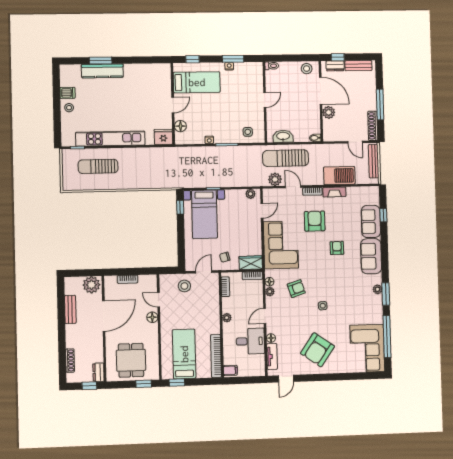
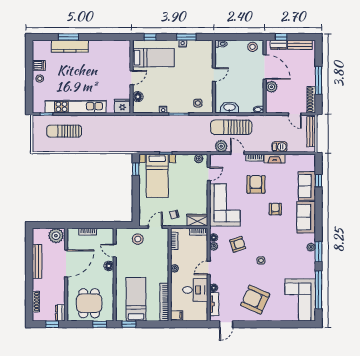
barbecue: (339, 176) -> (279, 147), width x0.53, depth x0.65
bench: (70, 309) -> (37, 261), width x1.36
armchair: (317, 350) -> (255, 300), turned 79

